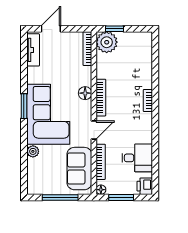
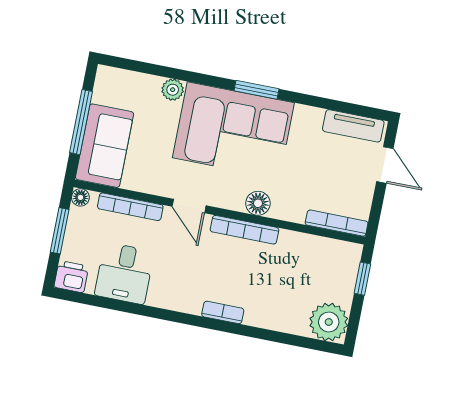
plant: (107, 42) -> (329, 322), moved
sofa: (79, 169) -> (105, 146), moved, turned 90

